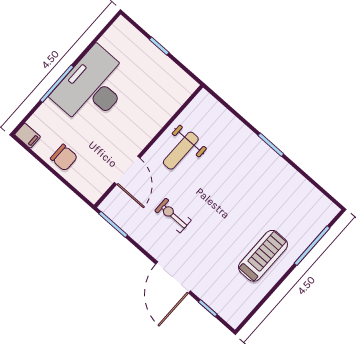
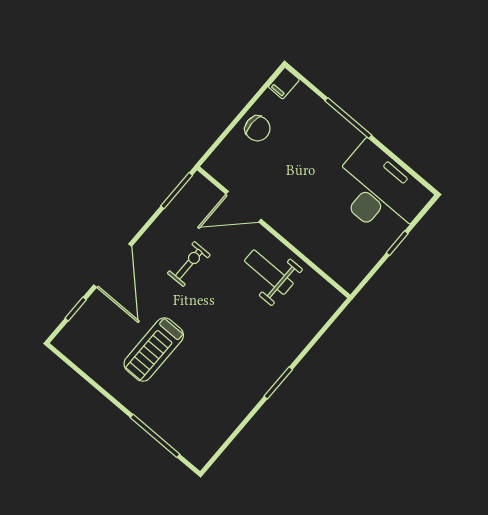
desk: (92, 87) -> (379, 191), moved
chair: (64, 158) -> (258, 128), turned -90
treadmill: (263, 256) -> (154, 350), moved, turned 90
door: (173, 277) -> (113, 266), swing flipped

